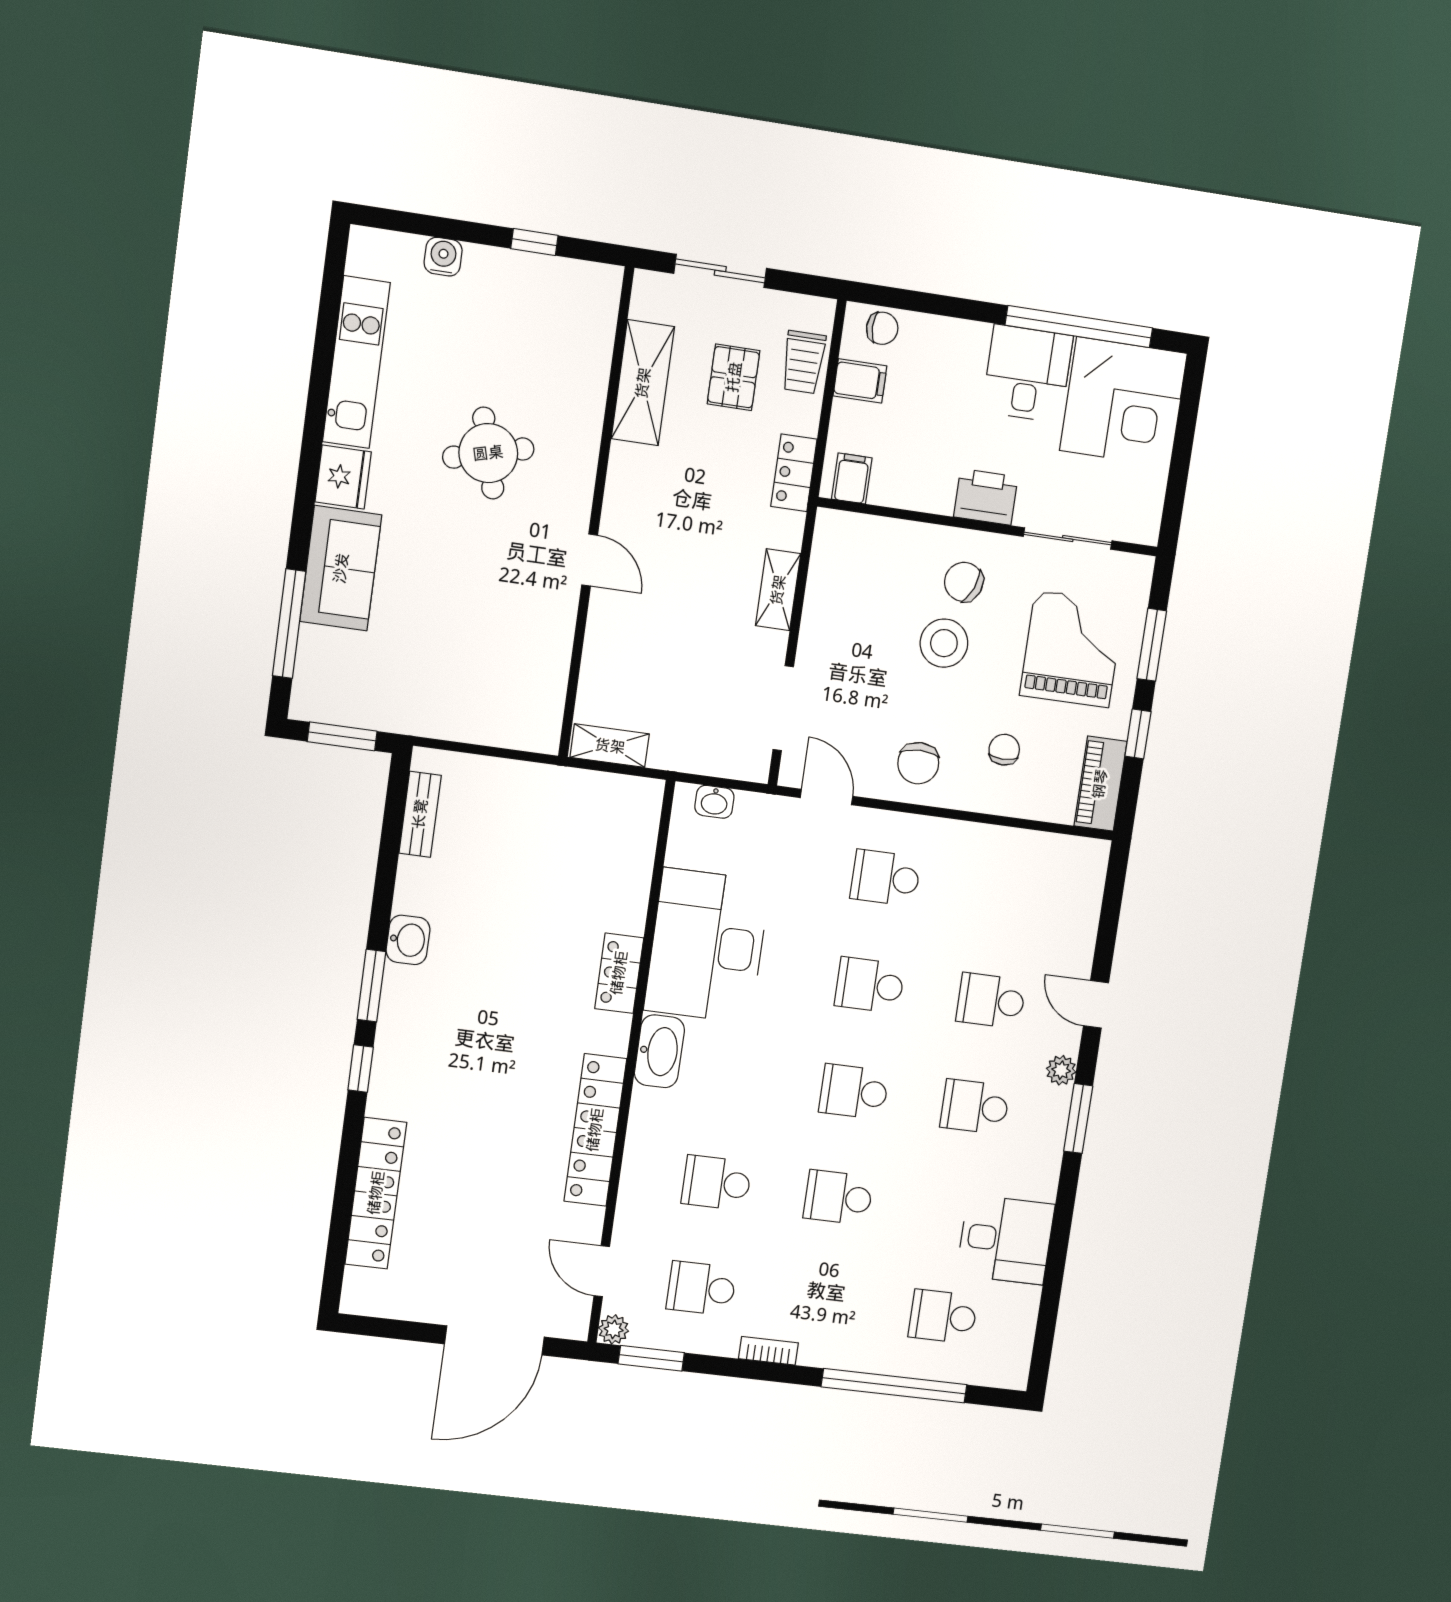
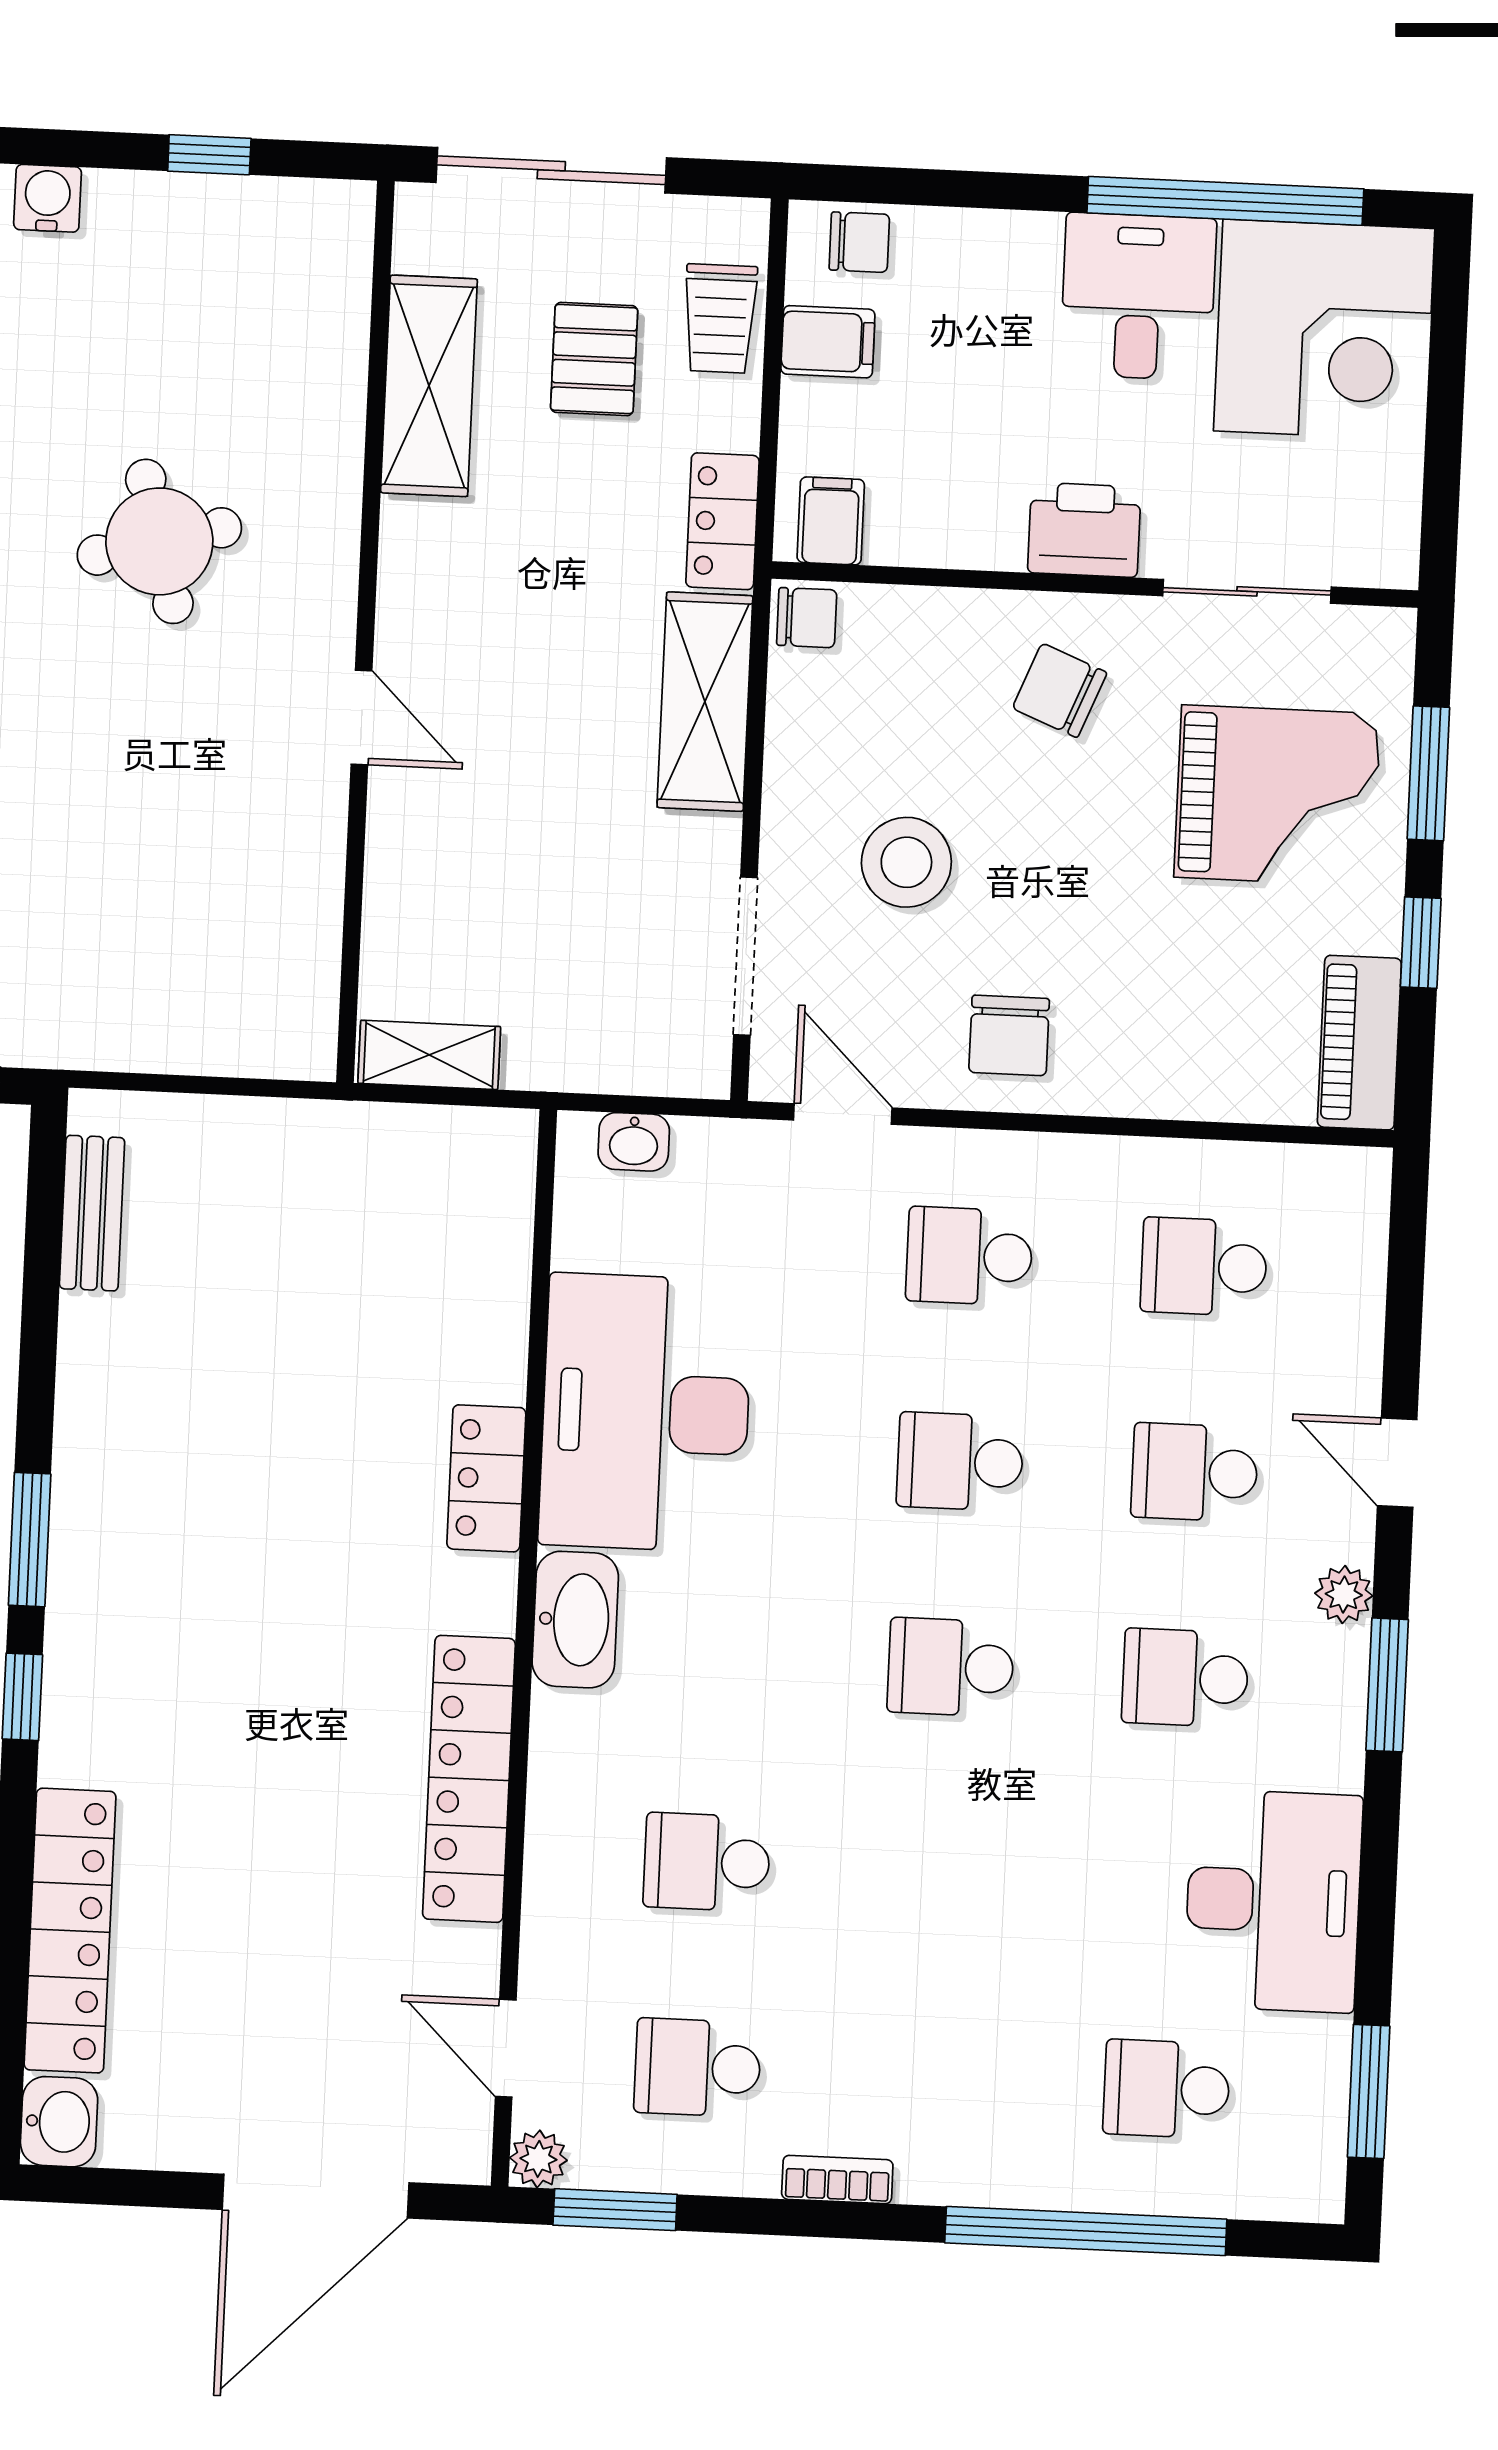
sliding door: (720, 271) -> (551, 170), width x1.37
shelving: (778, 590) -> (705, 702), width x1.50, depth x1.33
stool: (944, 643) -> (906, 862), moved
grand piano: (1072, 649) -> (1277, 795), turned 90
chair: (1004, 750) -> (807, 618), moved, turned 90
washbasin: (408, 940) -> (59, 2122), moved
school desk: (838, 1197) -> (1204, 1267), moved
desk: (1006, 1240) -> (1273, 1901), width x1.37
window: (1046, 1325) -> (1369, 2091), added

